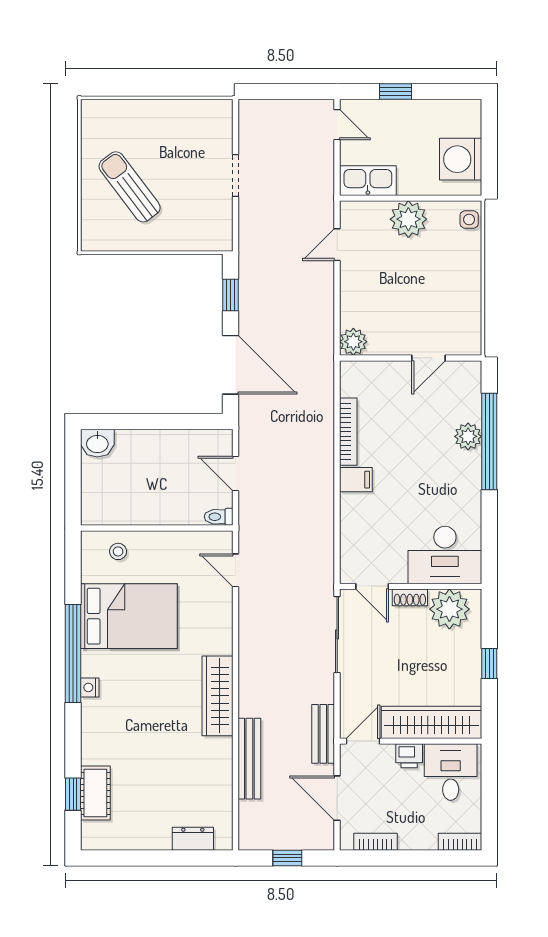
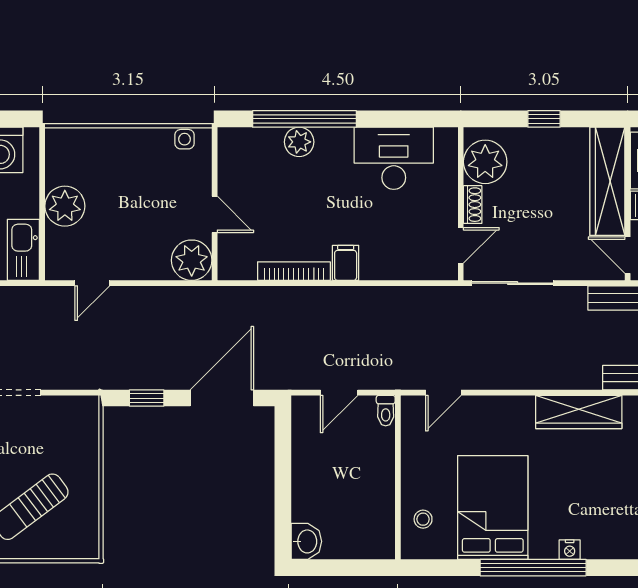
side table: (469, 220) -> (184, 139), moved
door: (337, 245) -> (92, 283), hinge flipped
plant: (353, 342) -> (192, 260), width x1.36, depth x1.36
door: (428, 358) -> (215, 214), moved
desk: (445, 555) -> (394, 158), moved, turned -90

